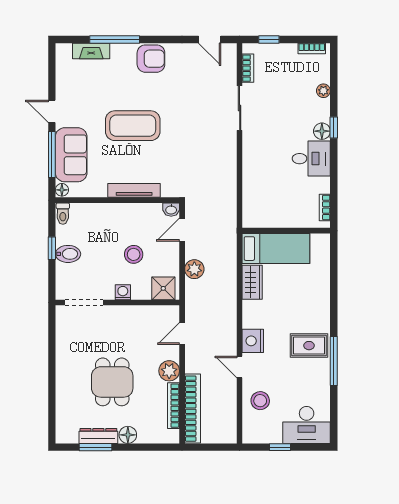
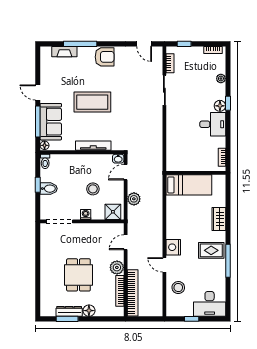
wardrobe: (252, 282) -> (219, 219), moved, turned 180

